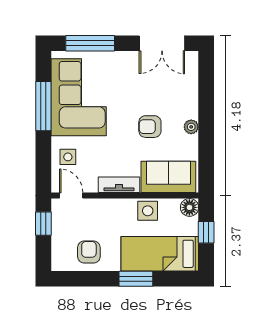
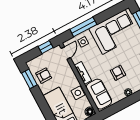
window: (43, 106) -> (83, 27), moved
window: (136, 279) -> (29, 79), moved

